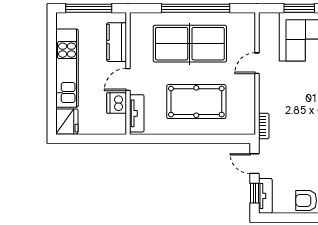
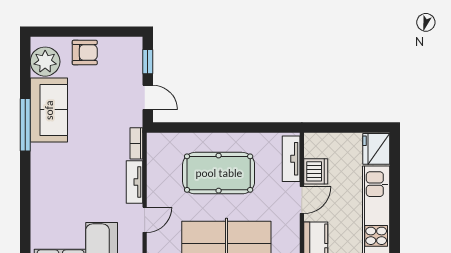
tv unit: (265, 196) -> (134, 182), moved

